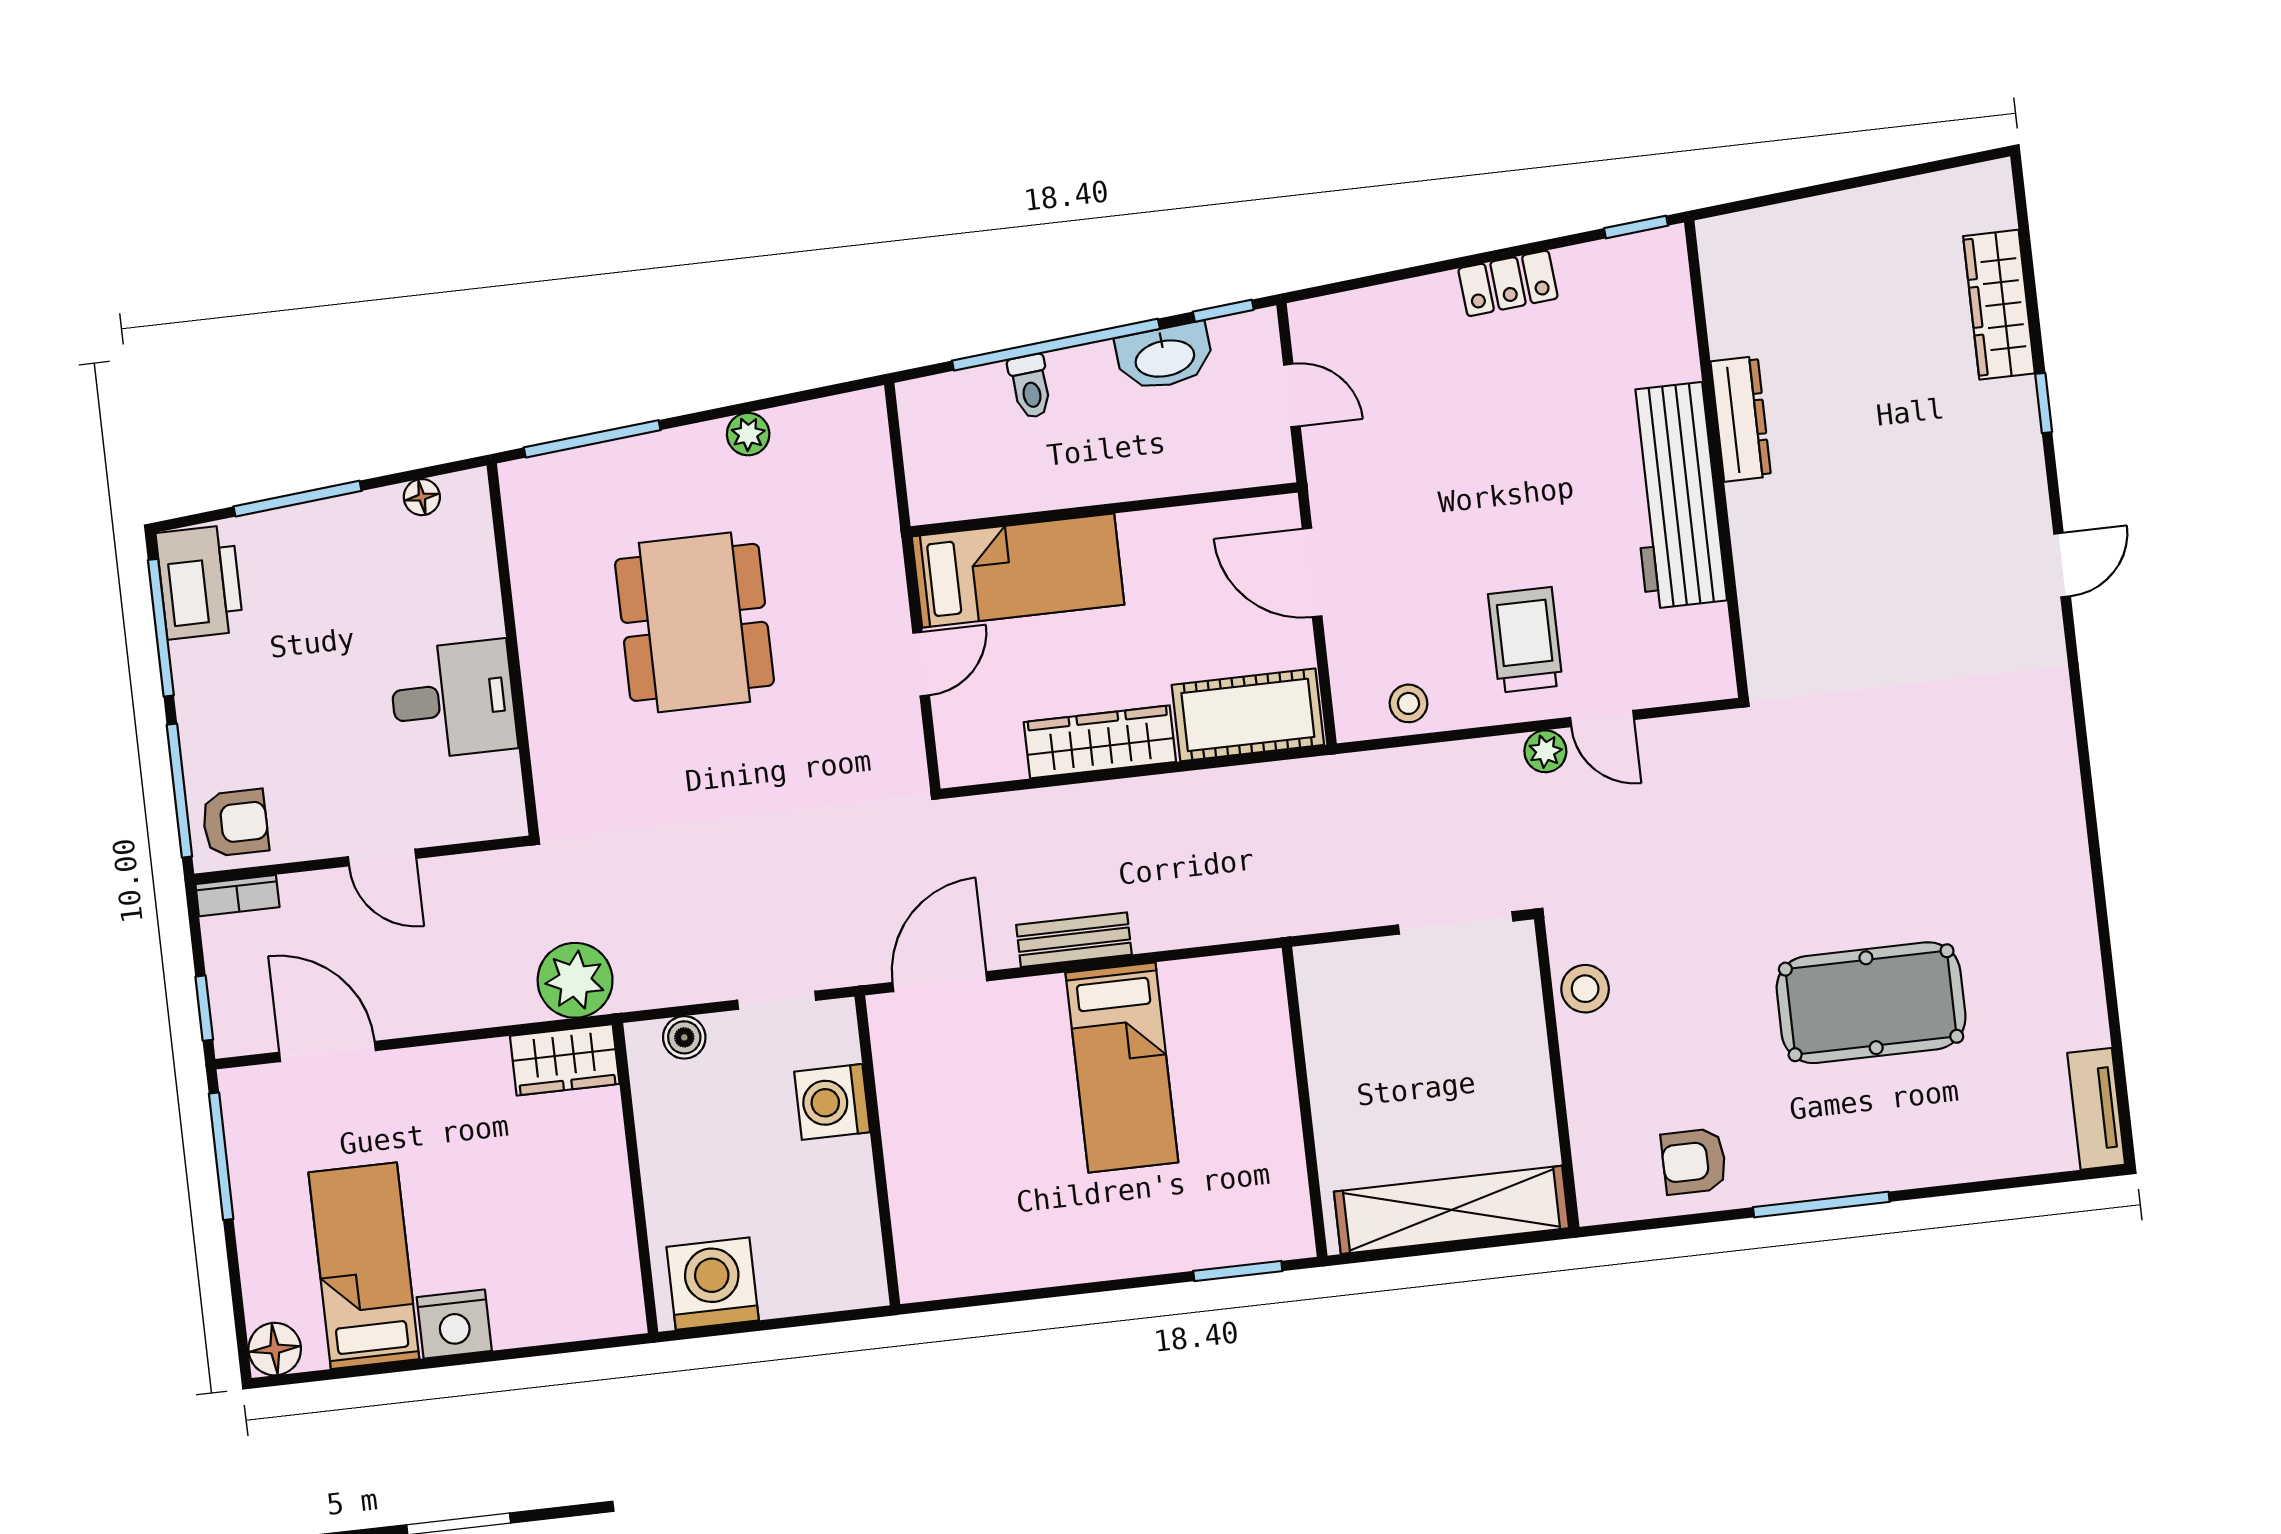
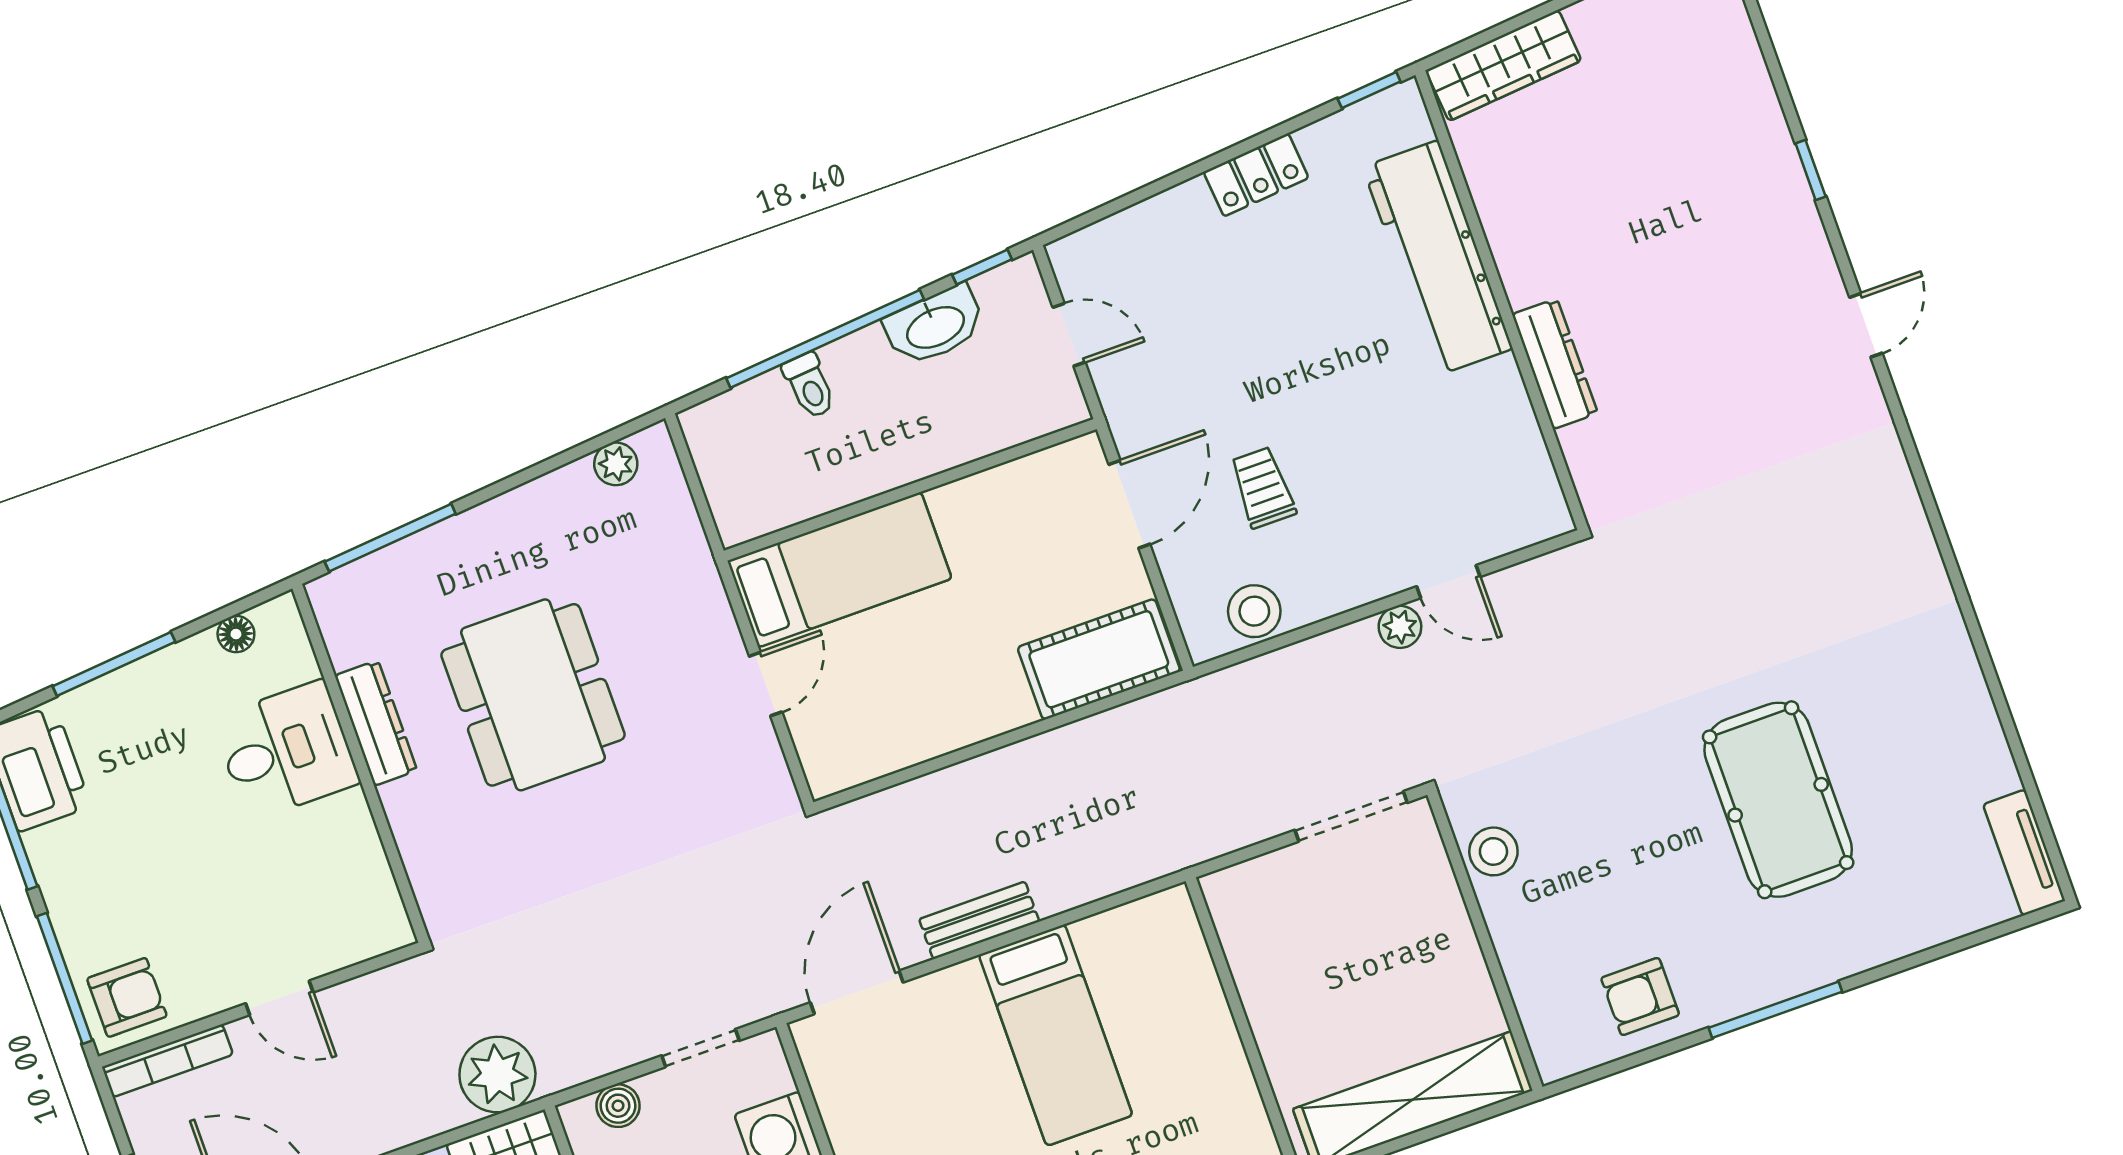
wardrobe: (1999, 305) -> (1504, 65), moved, turned -95
dresser: (1741, 419) -> (1555, 364), moved
plant: (748, 434) -> (616, 464), moved
workbench: (1675, 496) -> (1438, 258), moved
door: (1312, 572) -> (1129, 504), swing flipped
dresser: (537, 614) -> (376, 723), added
trolley: (1525, 640) -> (1263, 488), moved, width x0.73, depth x0.72
desk: (453, 700) -> (286, 750), moved
stool: (1408, 703) -> (1254, 611), width x1.37, depth x1.37
wardrobe: (1100, 742) -> (959, 720), removed
bookcase: (237, 896) -> (167, 1061), width x1.56
pool table: (1871, 1003) -> (1778, 800), turned 90

